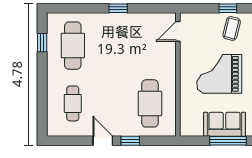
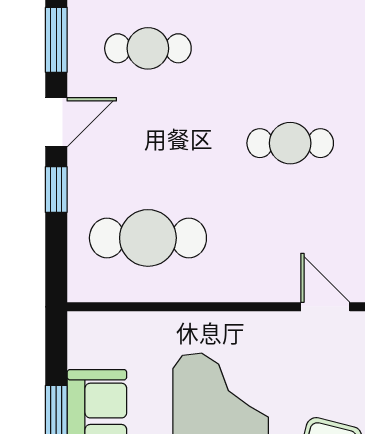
cafe table: (73, 46) -> (290, 143), moved, width x0.73, depth x0.74
window: (69, 141) -> (56, 40), added

